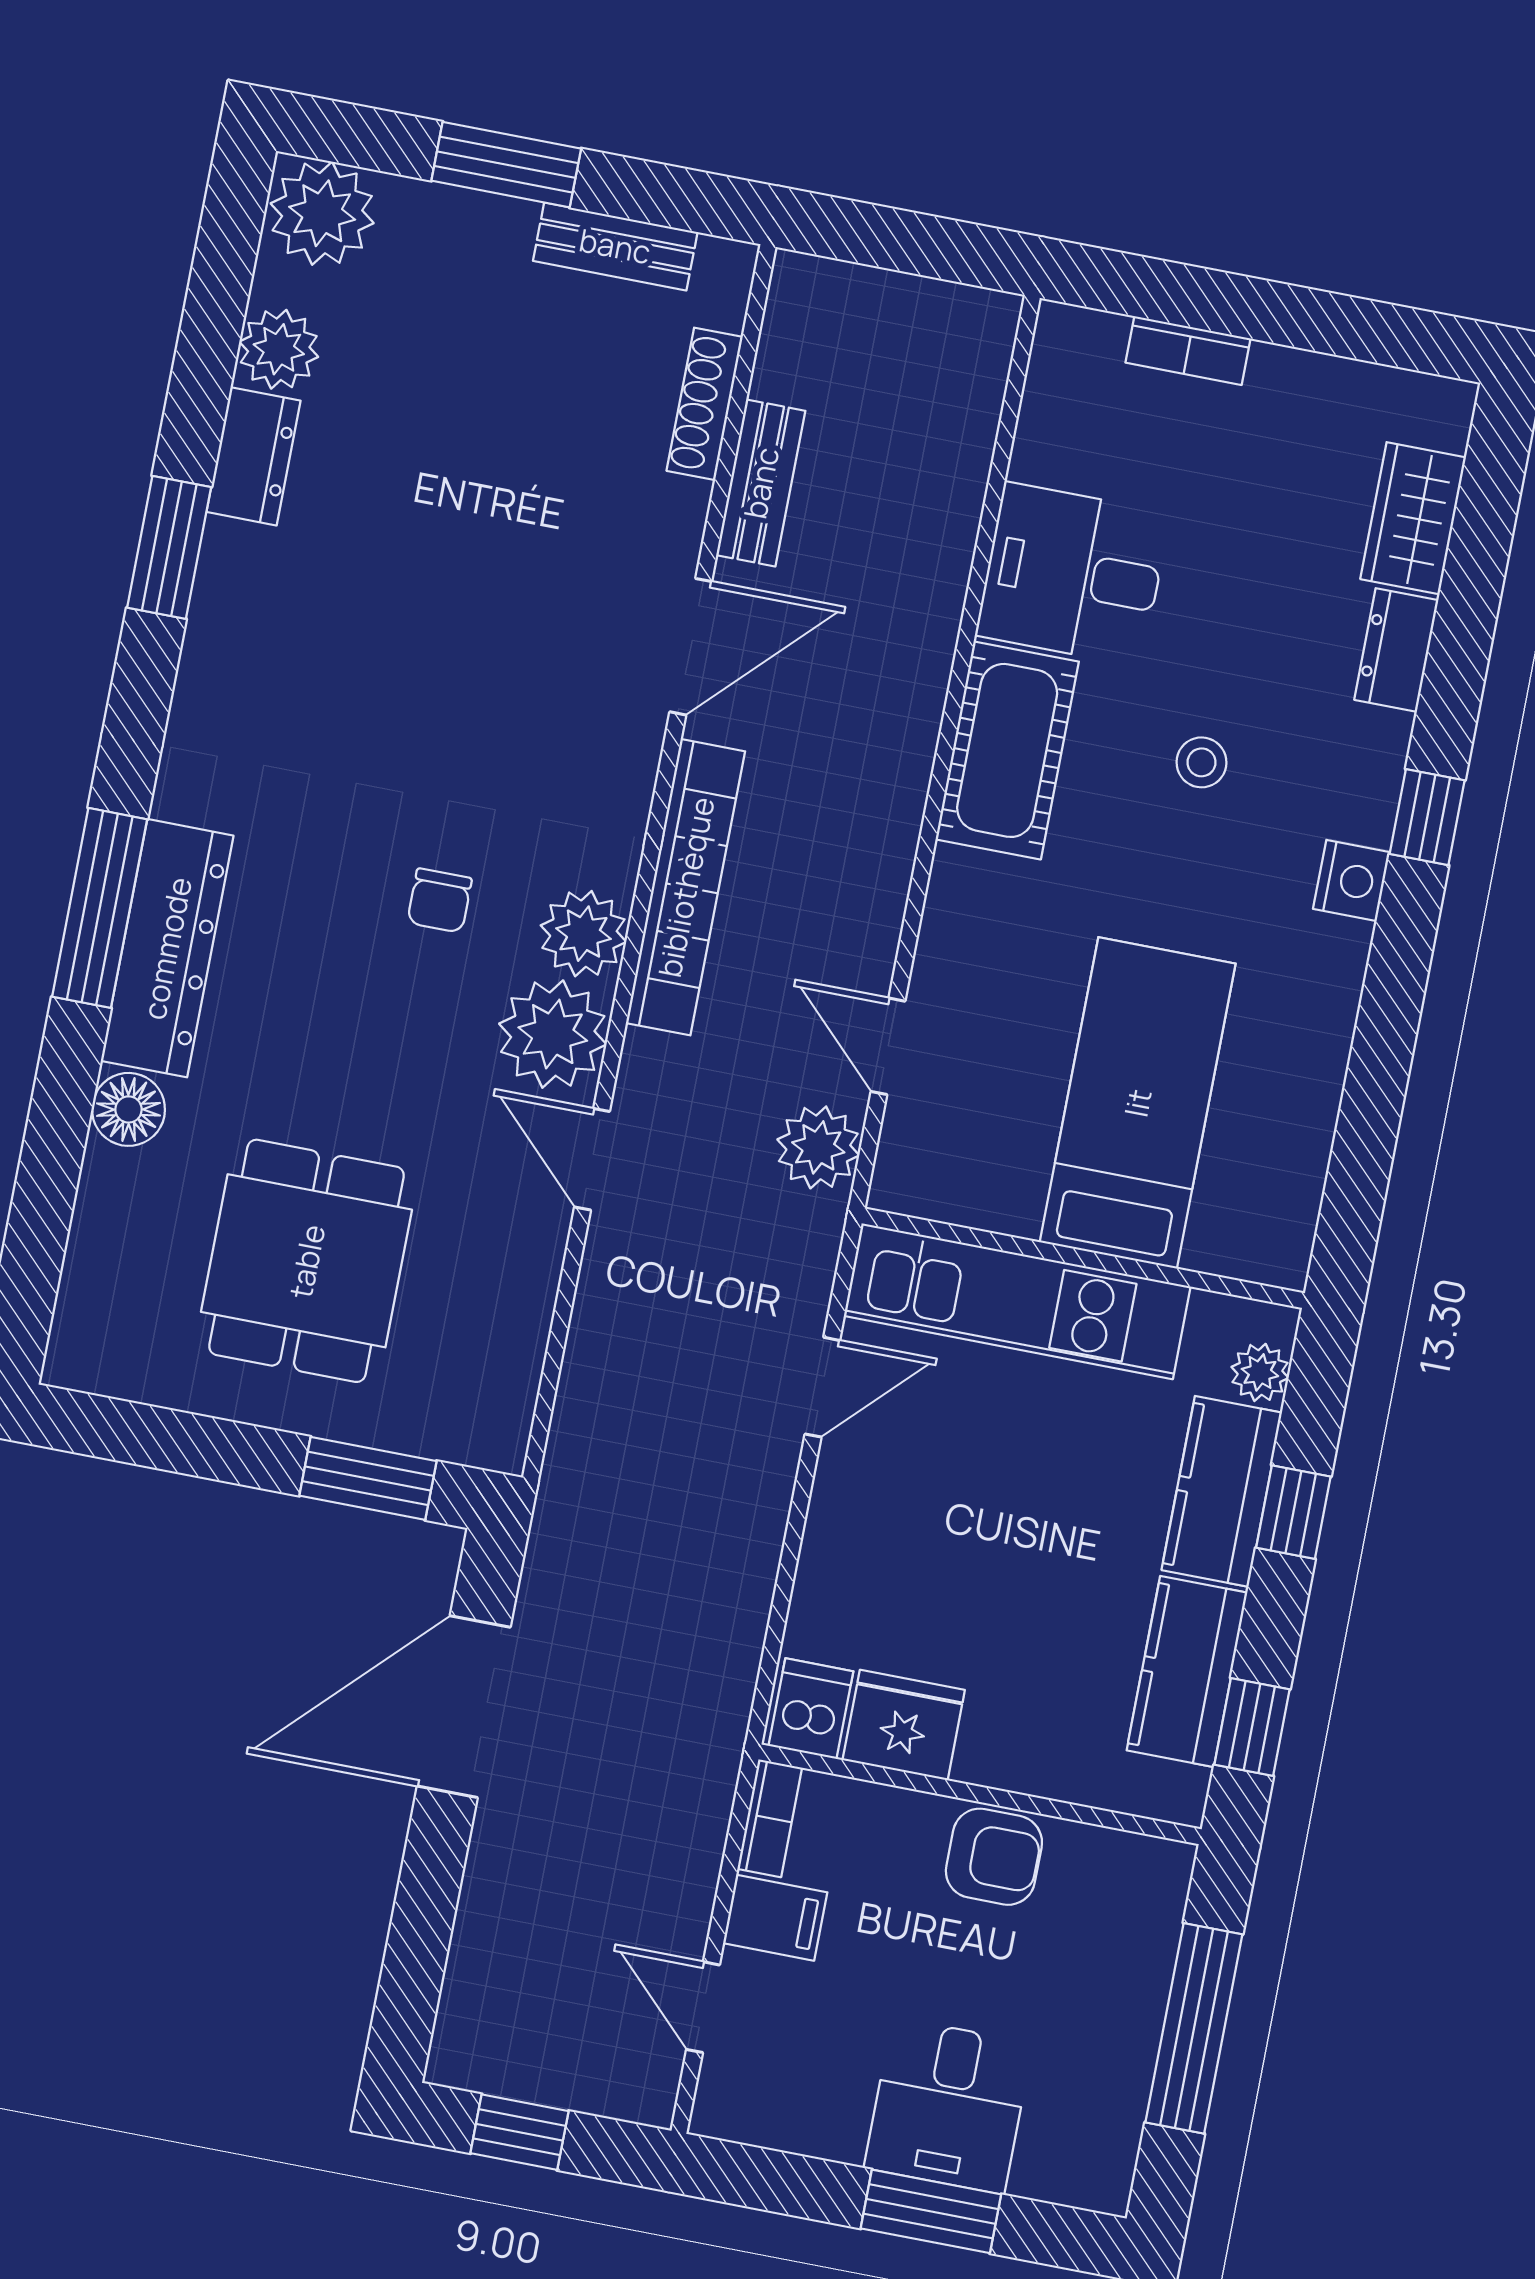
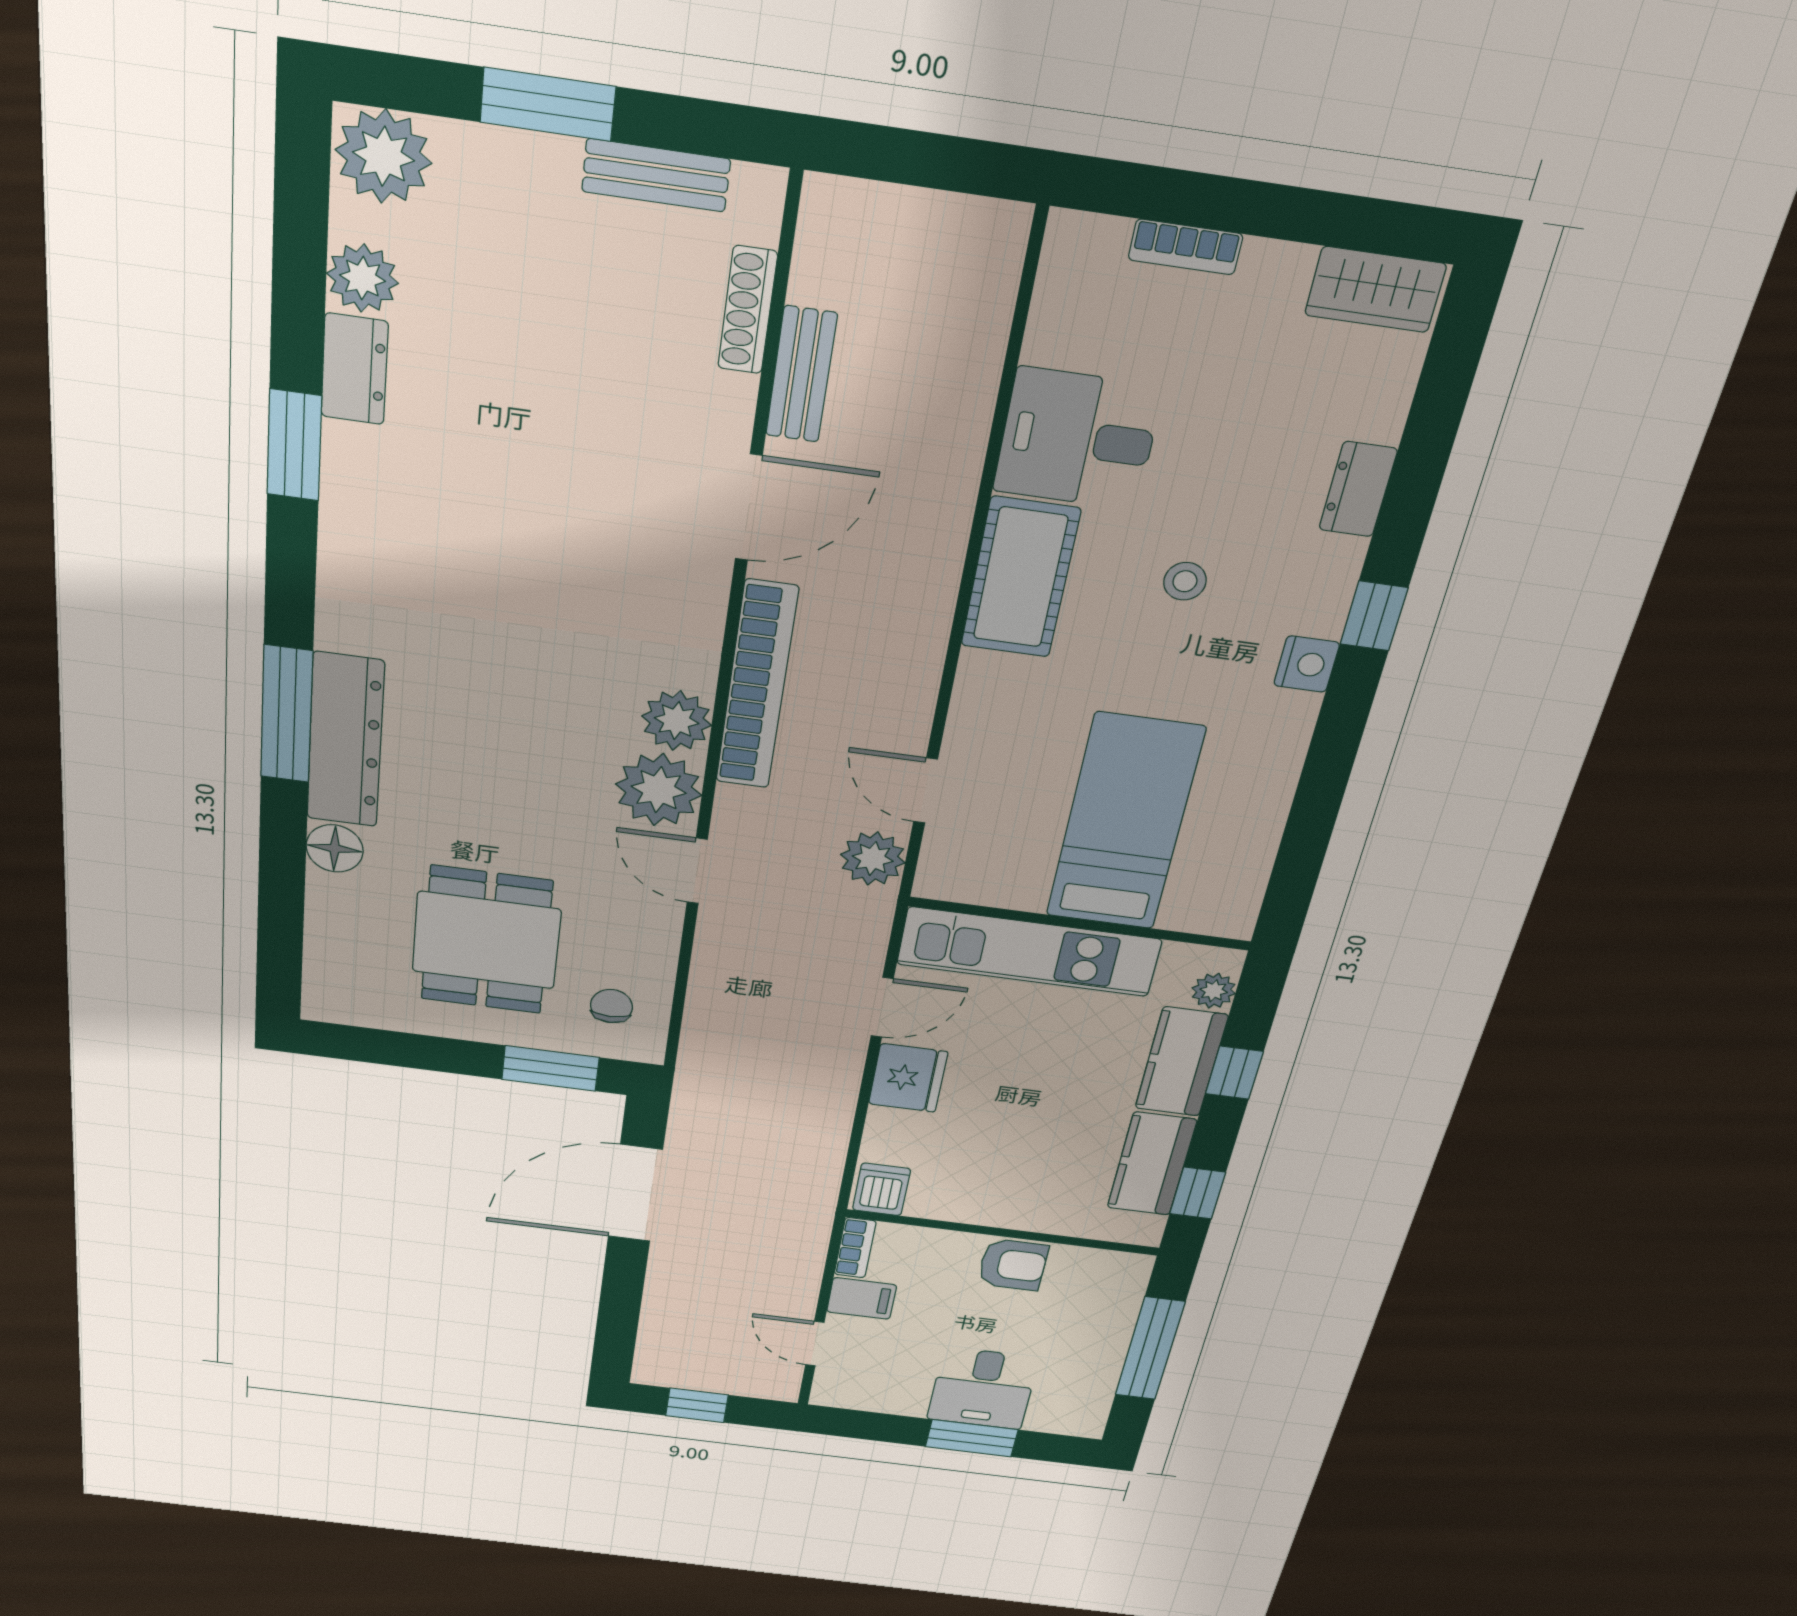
wardrobe: (1413, 518) -> (1375, 290), moved, turned -90
chair: (440, 900) -> (611, 1006), moved, turned 180
fridge: (904, 1725) -> (908, 1078), moved, turned 90

